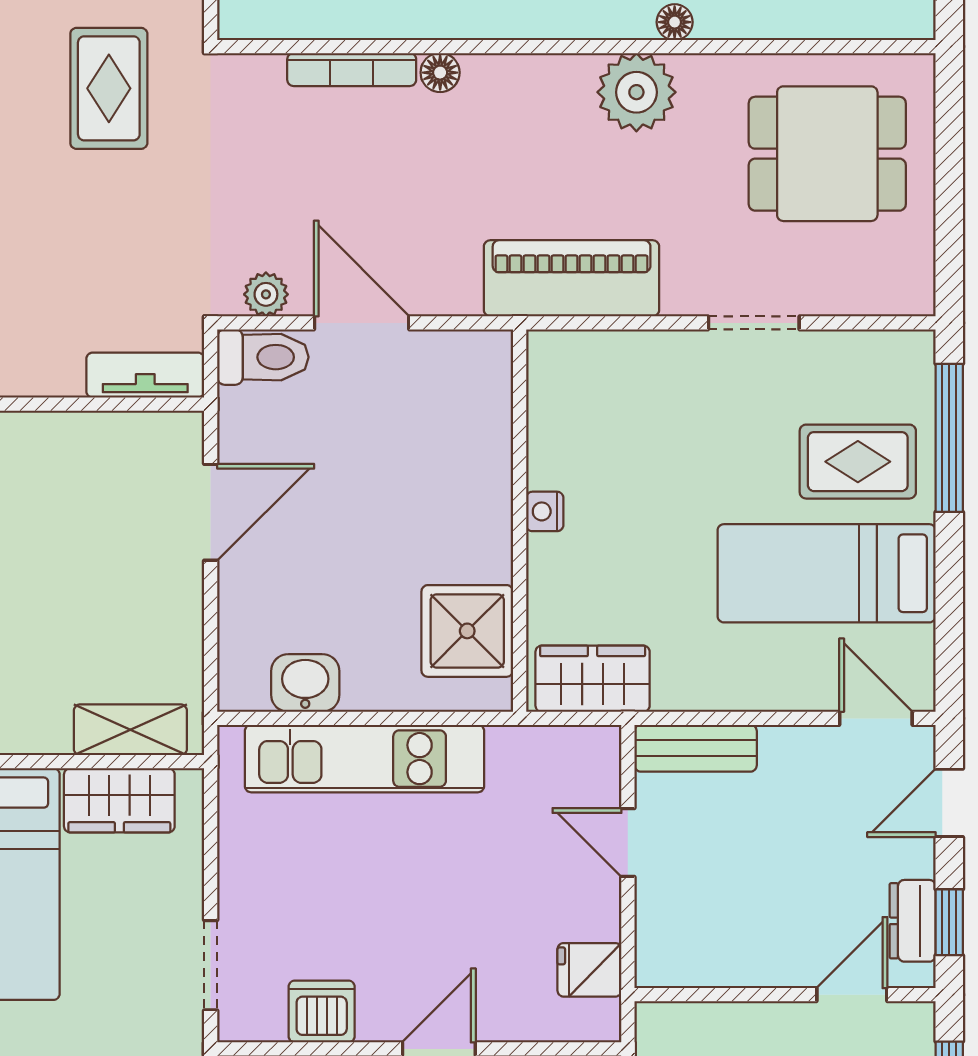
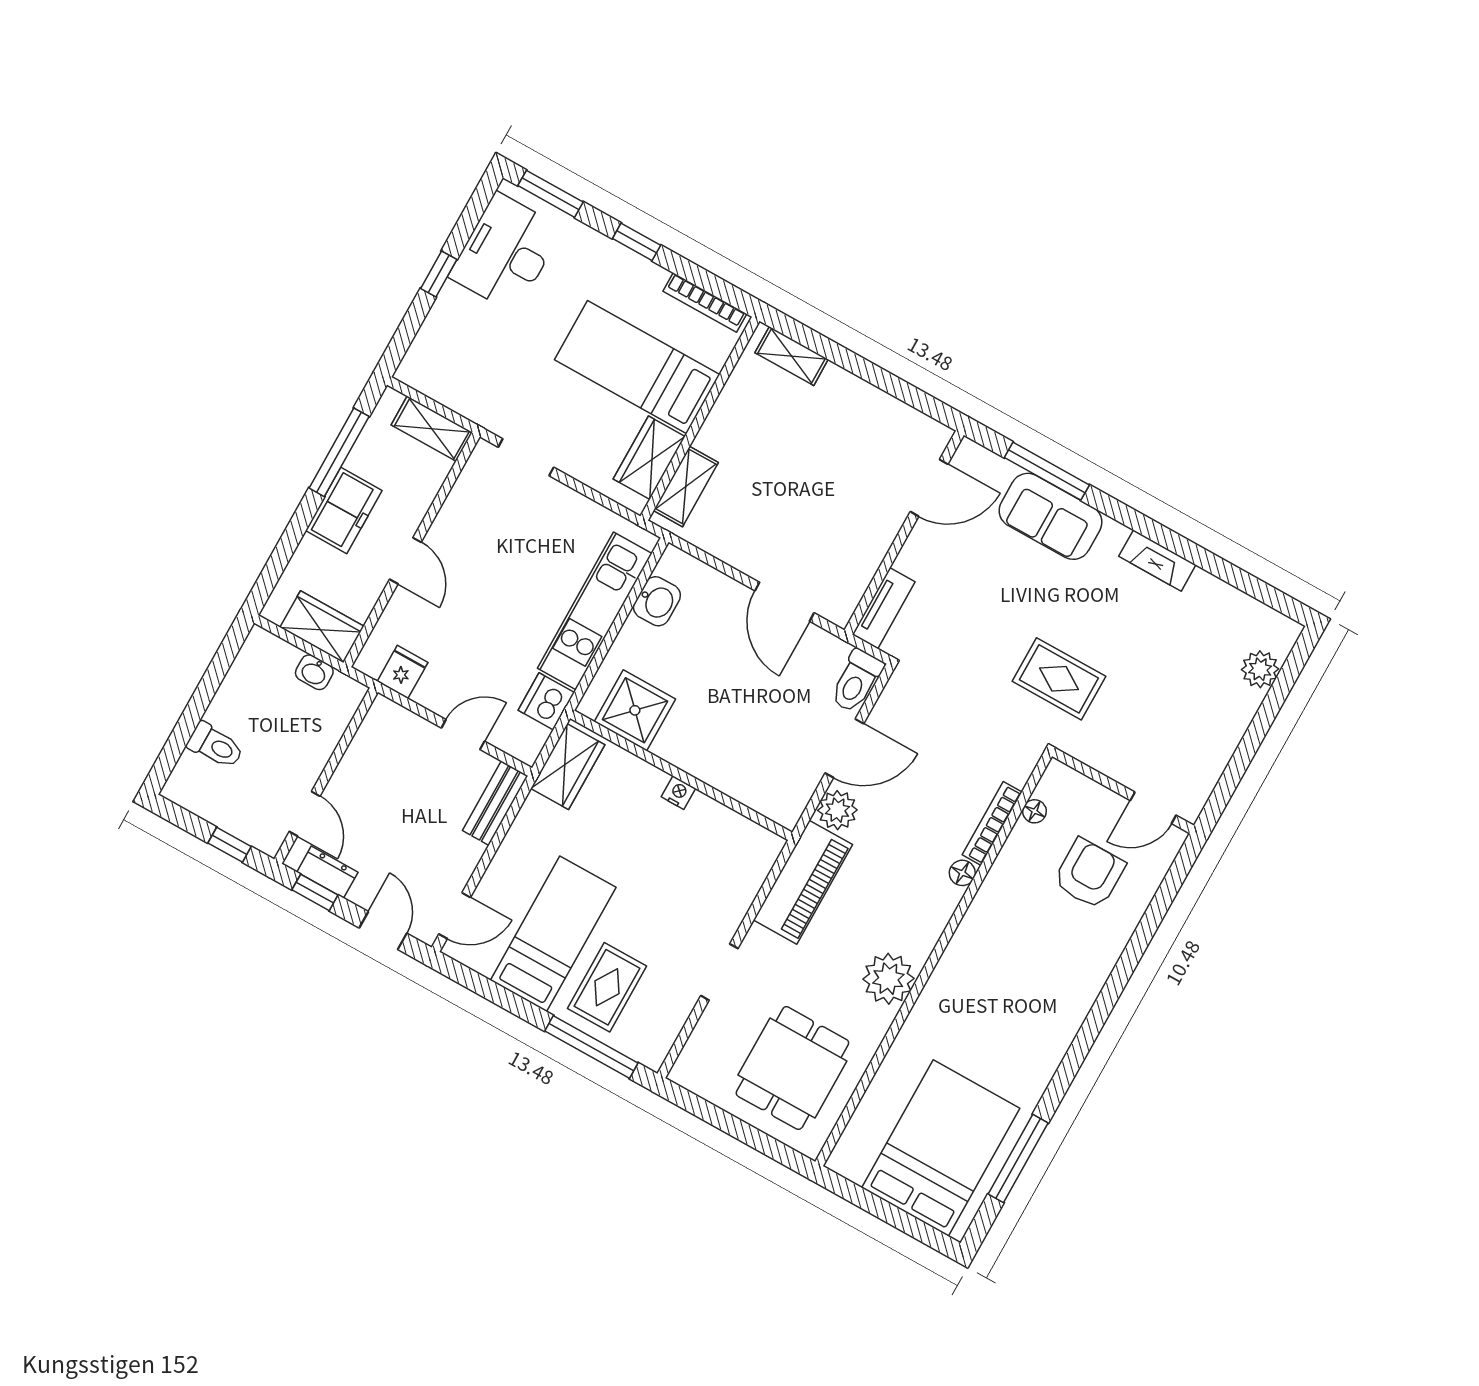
floor lamp: (675, 22) -> (1035, 811), moved
plant: (266, 294) -> (837, 810), moved, width x1.38, depth x1.38
dishwasher: (322, 1011) -> (546, 701), moved, turned 180

